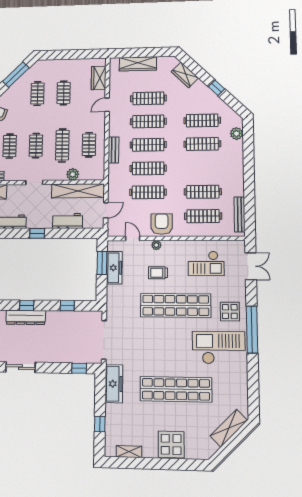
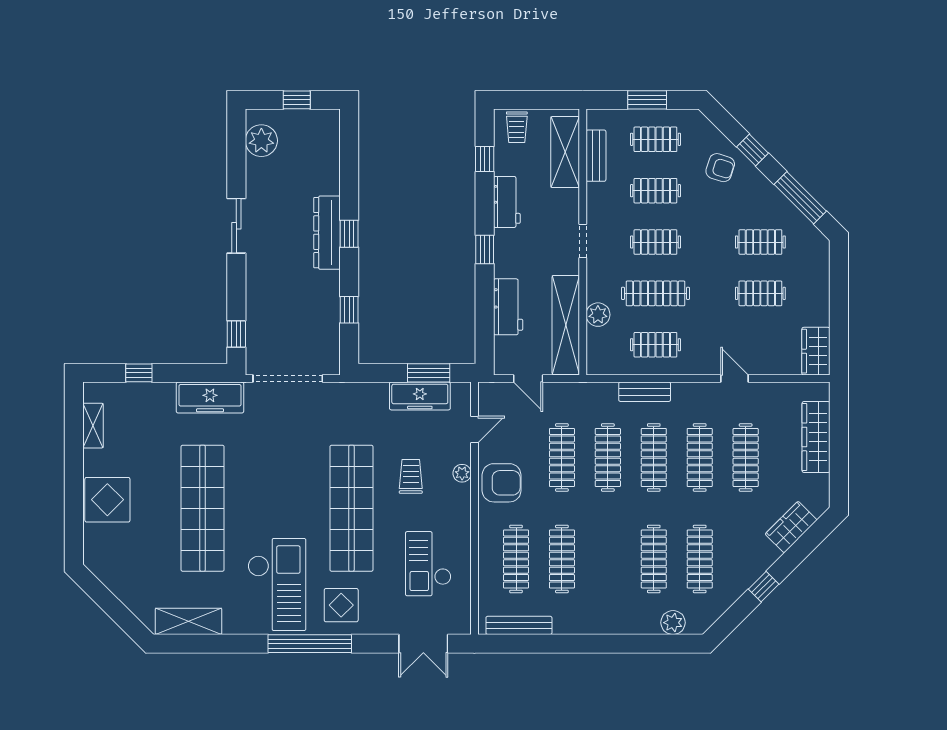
wardrobe: (99, 78) -> (816, 351), moved, turned -90
shelving: (229, 428) -> (189, 621), moved, turned -45

